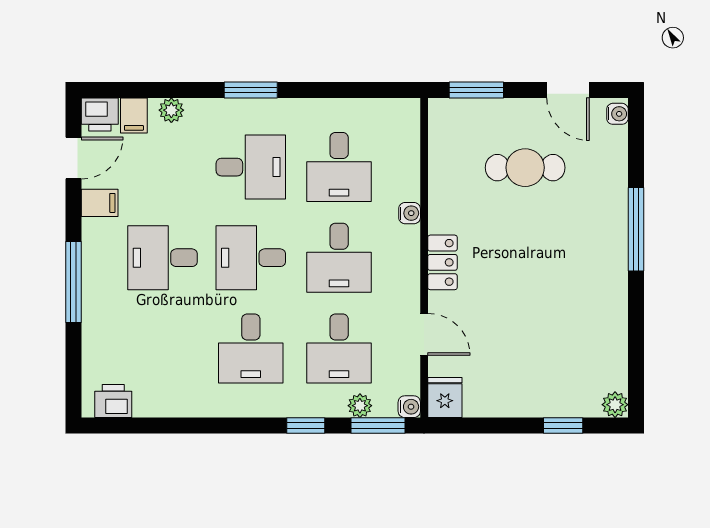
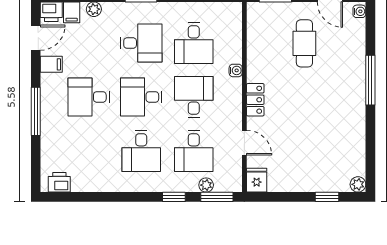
cafe table: (525, 168) -> (304, 43), turned 90
desk: (339, 258) -> (194, 97), turned 180
water cooler: (409, 407) -> (235, 186), removed

